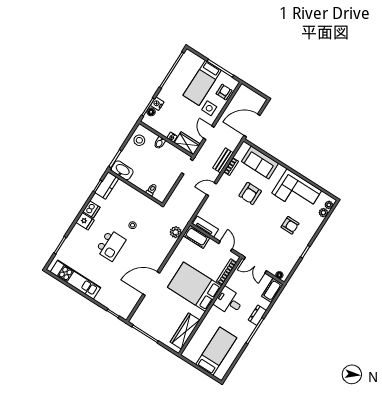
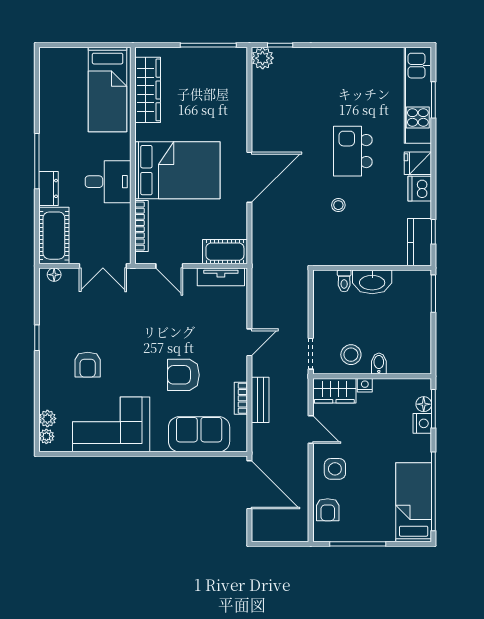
bed: (202, 83) -> (414, 502), moved
door: (252, 125) -> (249, 485), hinge flipped
stool: (139, 140) -> (351, 355), moved
washbasin: (122, 170) -> (372, 282), moved
armchair: (250, 193) -> (183, 375), turned -90
armchair: (290, 225) -> (88, 365), turned -90
plant: (176, 232) -> (263, 58), moved
double door: (255, 265) -> (103, 266), swing flipped
kitchen unit: (76, 280) -> (418, 95), moved, turned 90
door: (151, 284) -> (249, 177), moved
cot: (272, 290) -> (54, 236), width x1.37, depth x1.34
bed: (216, 351) -> (108, 90), moved

